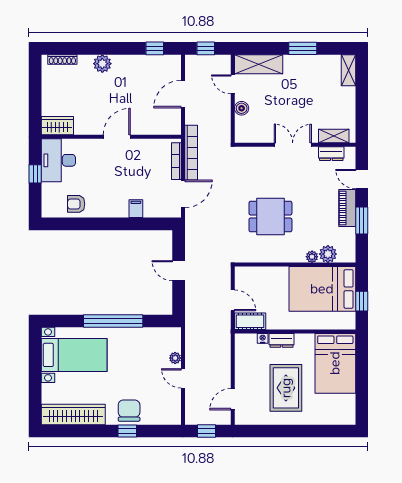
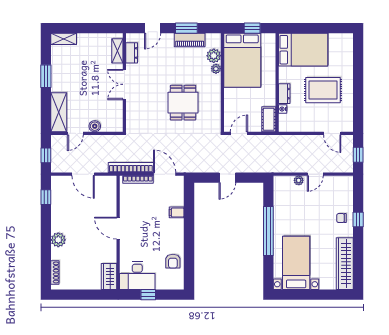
piano: (347, 208) -> (190, 40), moved
door: (233, 300) -> (239, 133), moved
chair: (129, 411) -> (341, 218), width x0.54, depth x0.54

